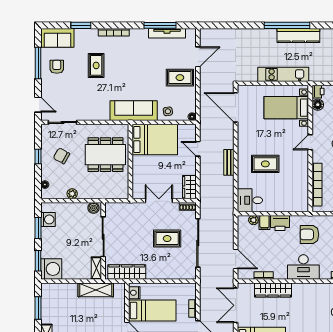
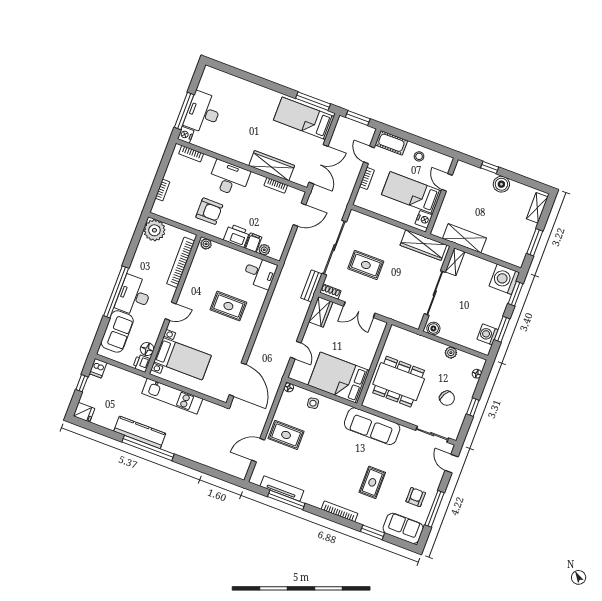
armchair: (57, 67) -> (416, 497), turned 180
sofa: (134, 111) -> (372, 426), moved
bench: (229, 162) -> (311, 286), moved
plant: (302, 207) -> (206, 244), added
door: (236, 259) -> (300, 215), swing flipped

